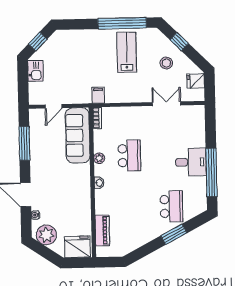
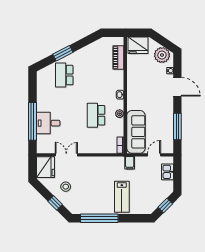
lab bench: (127, 52) -> (122, 197), moved
kitchen sink: (35, 71) -> (168, 172), moved
fridge: (196, 81) -> (45, 167), width x1.88, depth x1.34
filing cabinet: (98, 95) -> (130, 163), moved
double door: (166, 104) -> (66, 155), swing flipped
desk: (191, 162) -> (48, 123), moved
window: (211, 172) -> (33, 121), moved

